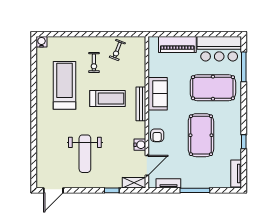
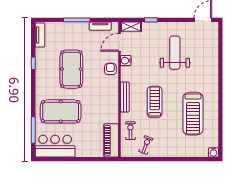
piano: (177, 45) -> (111, 140), moved, turned -90
exercise bike: (94, 62) -> (130, 131), moved
sofa: (158, 94) -> (110, 106), removed
treadmill: (107, 98) -> (155, 102), turned 90

